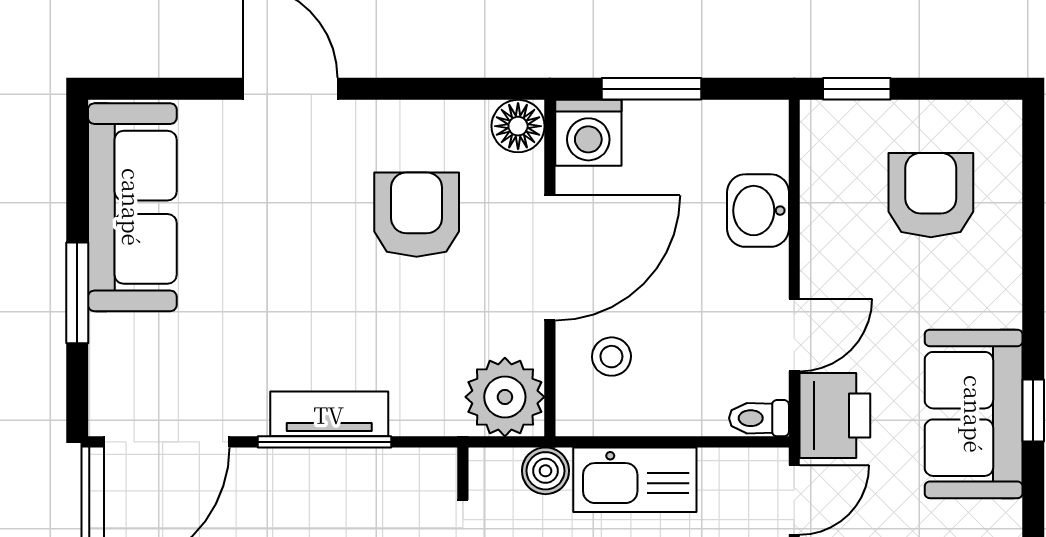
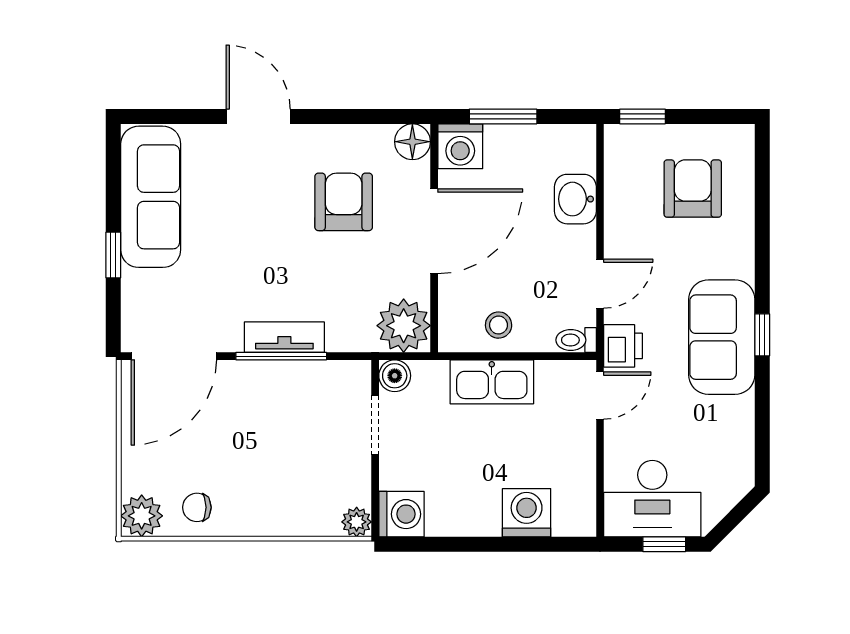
window: (77, 293) -> (113, 255), width x0.67
stool: (611, 357) -> (499, 325), moved
printer: (835, 415) -> (623, 346), width x0.73, depth x0.81
boiler: (545, 471) -> (395, 376), moved

